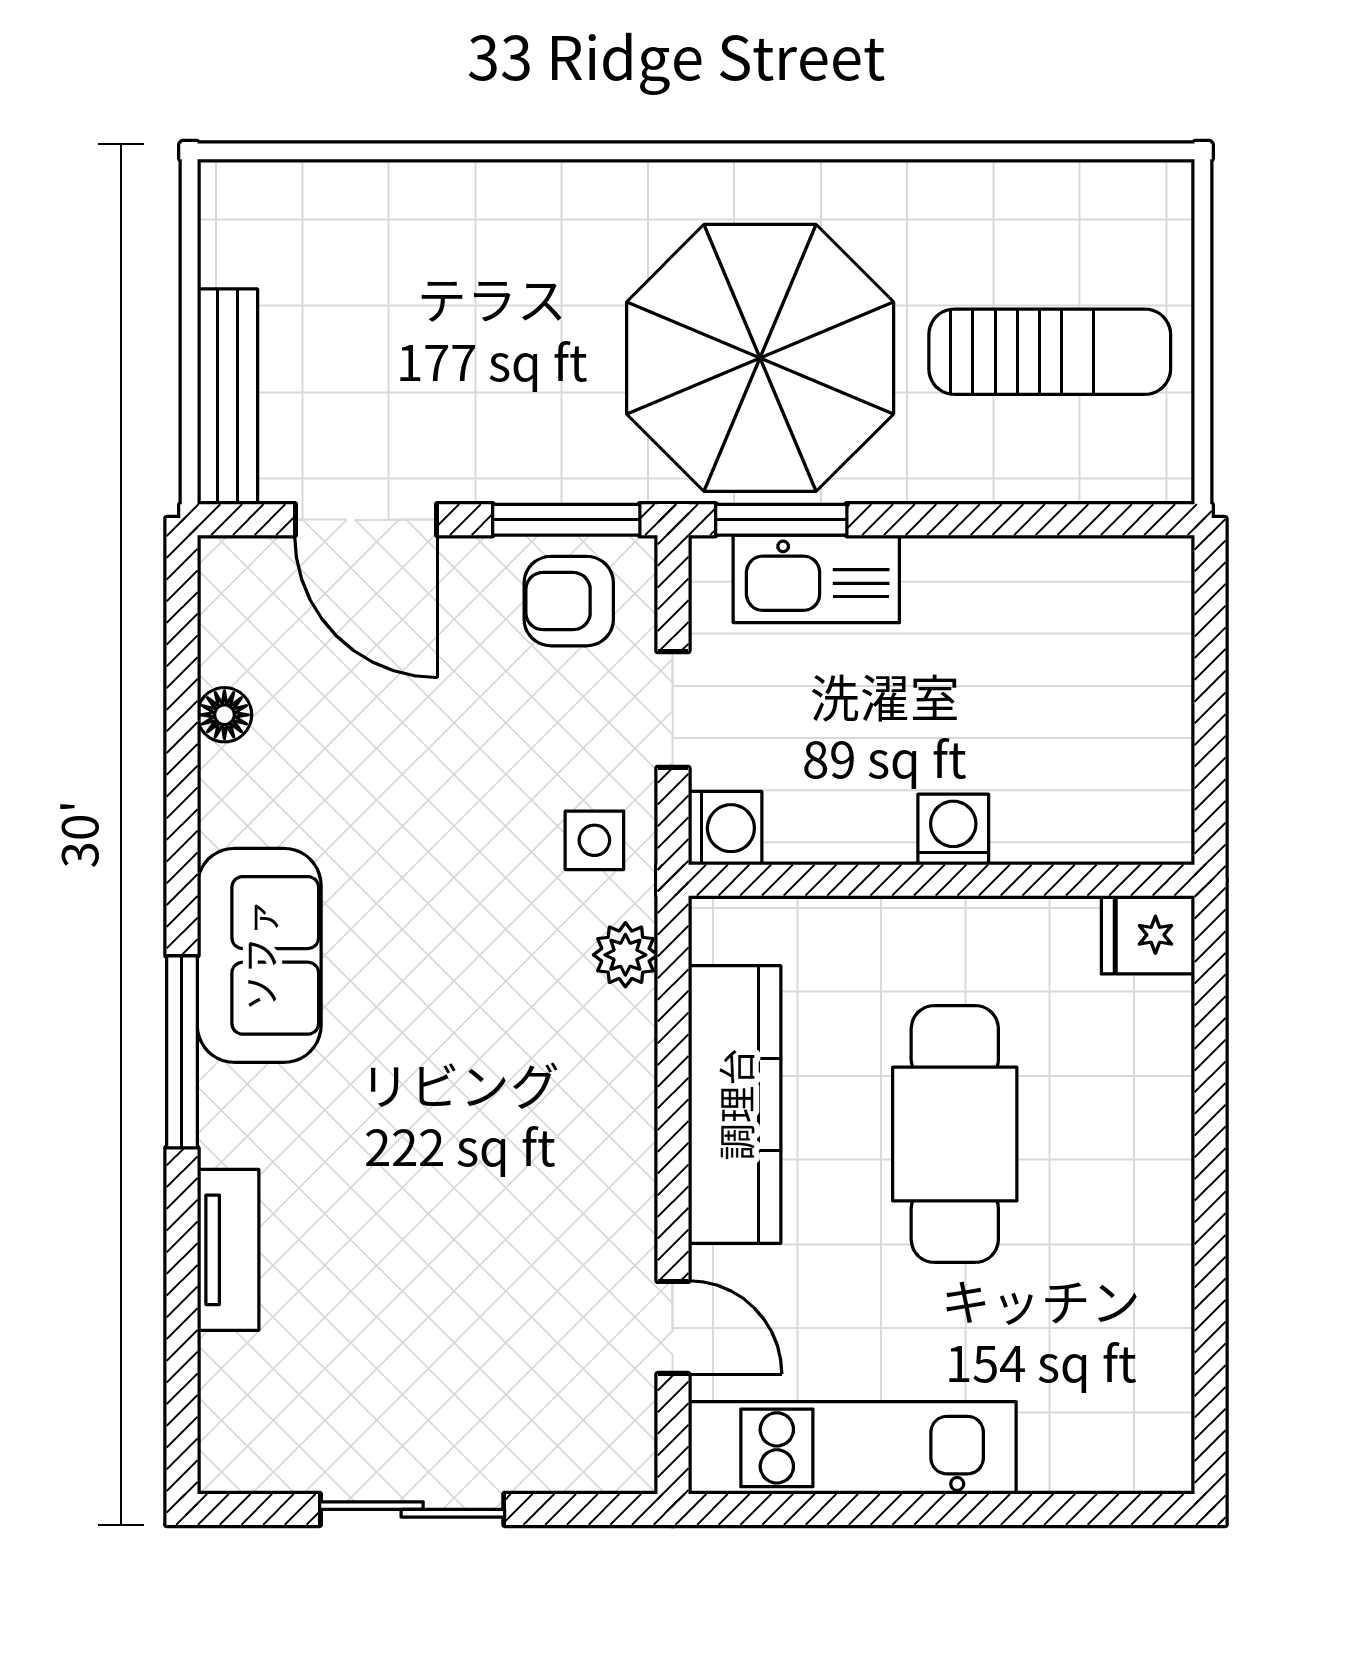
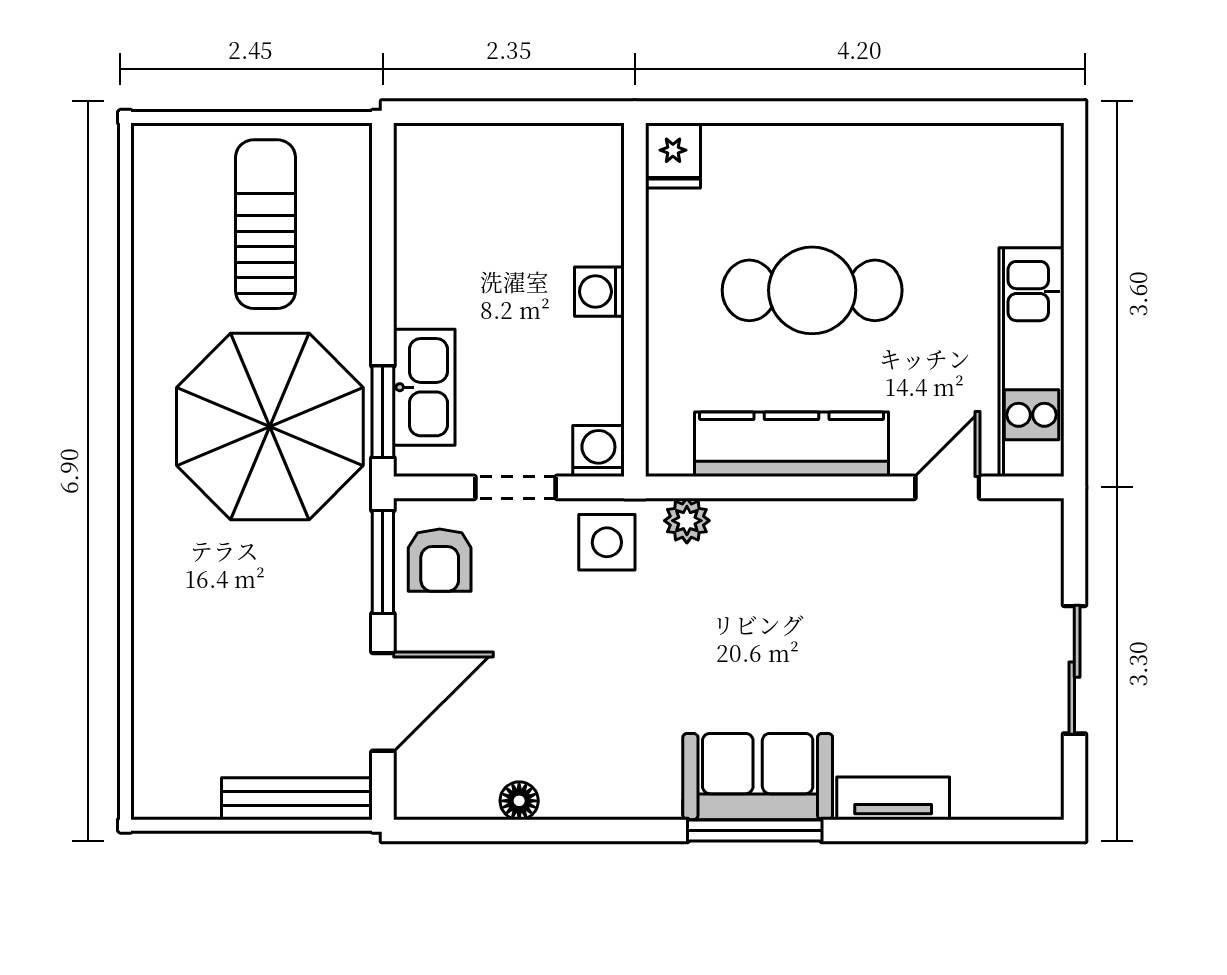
side table: (594, 840) -> (607, 542), width x1.37, depth x1.37
sofa: (259, 955) -> (758, 777), moved

